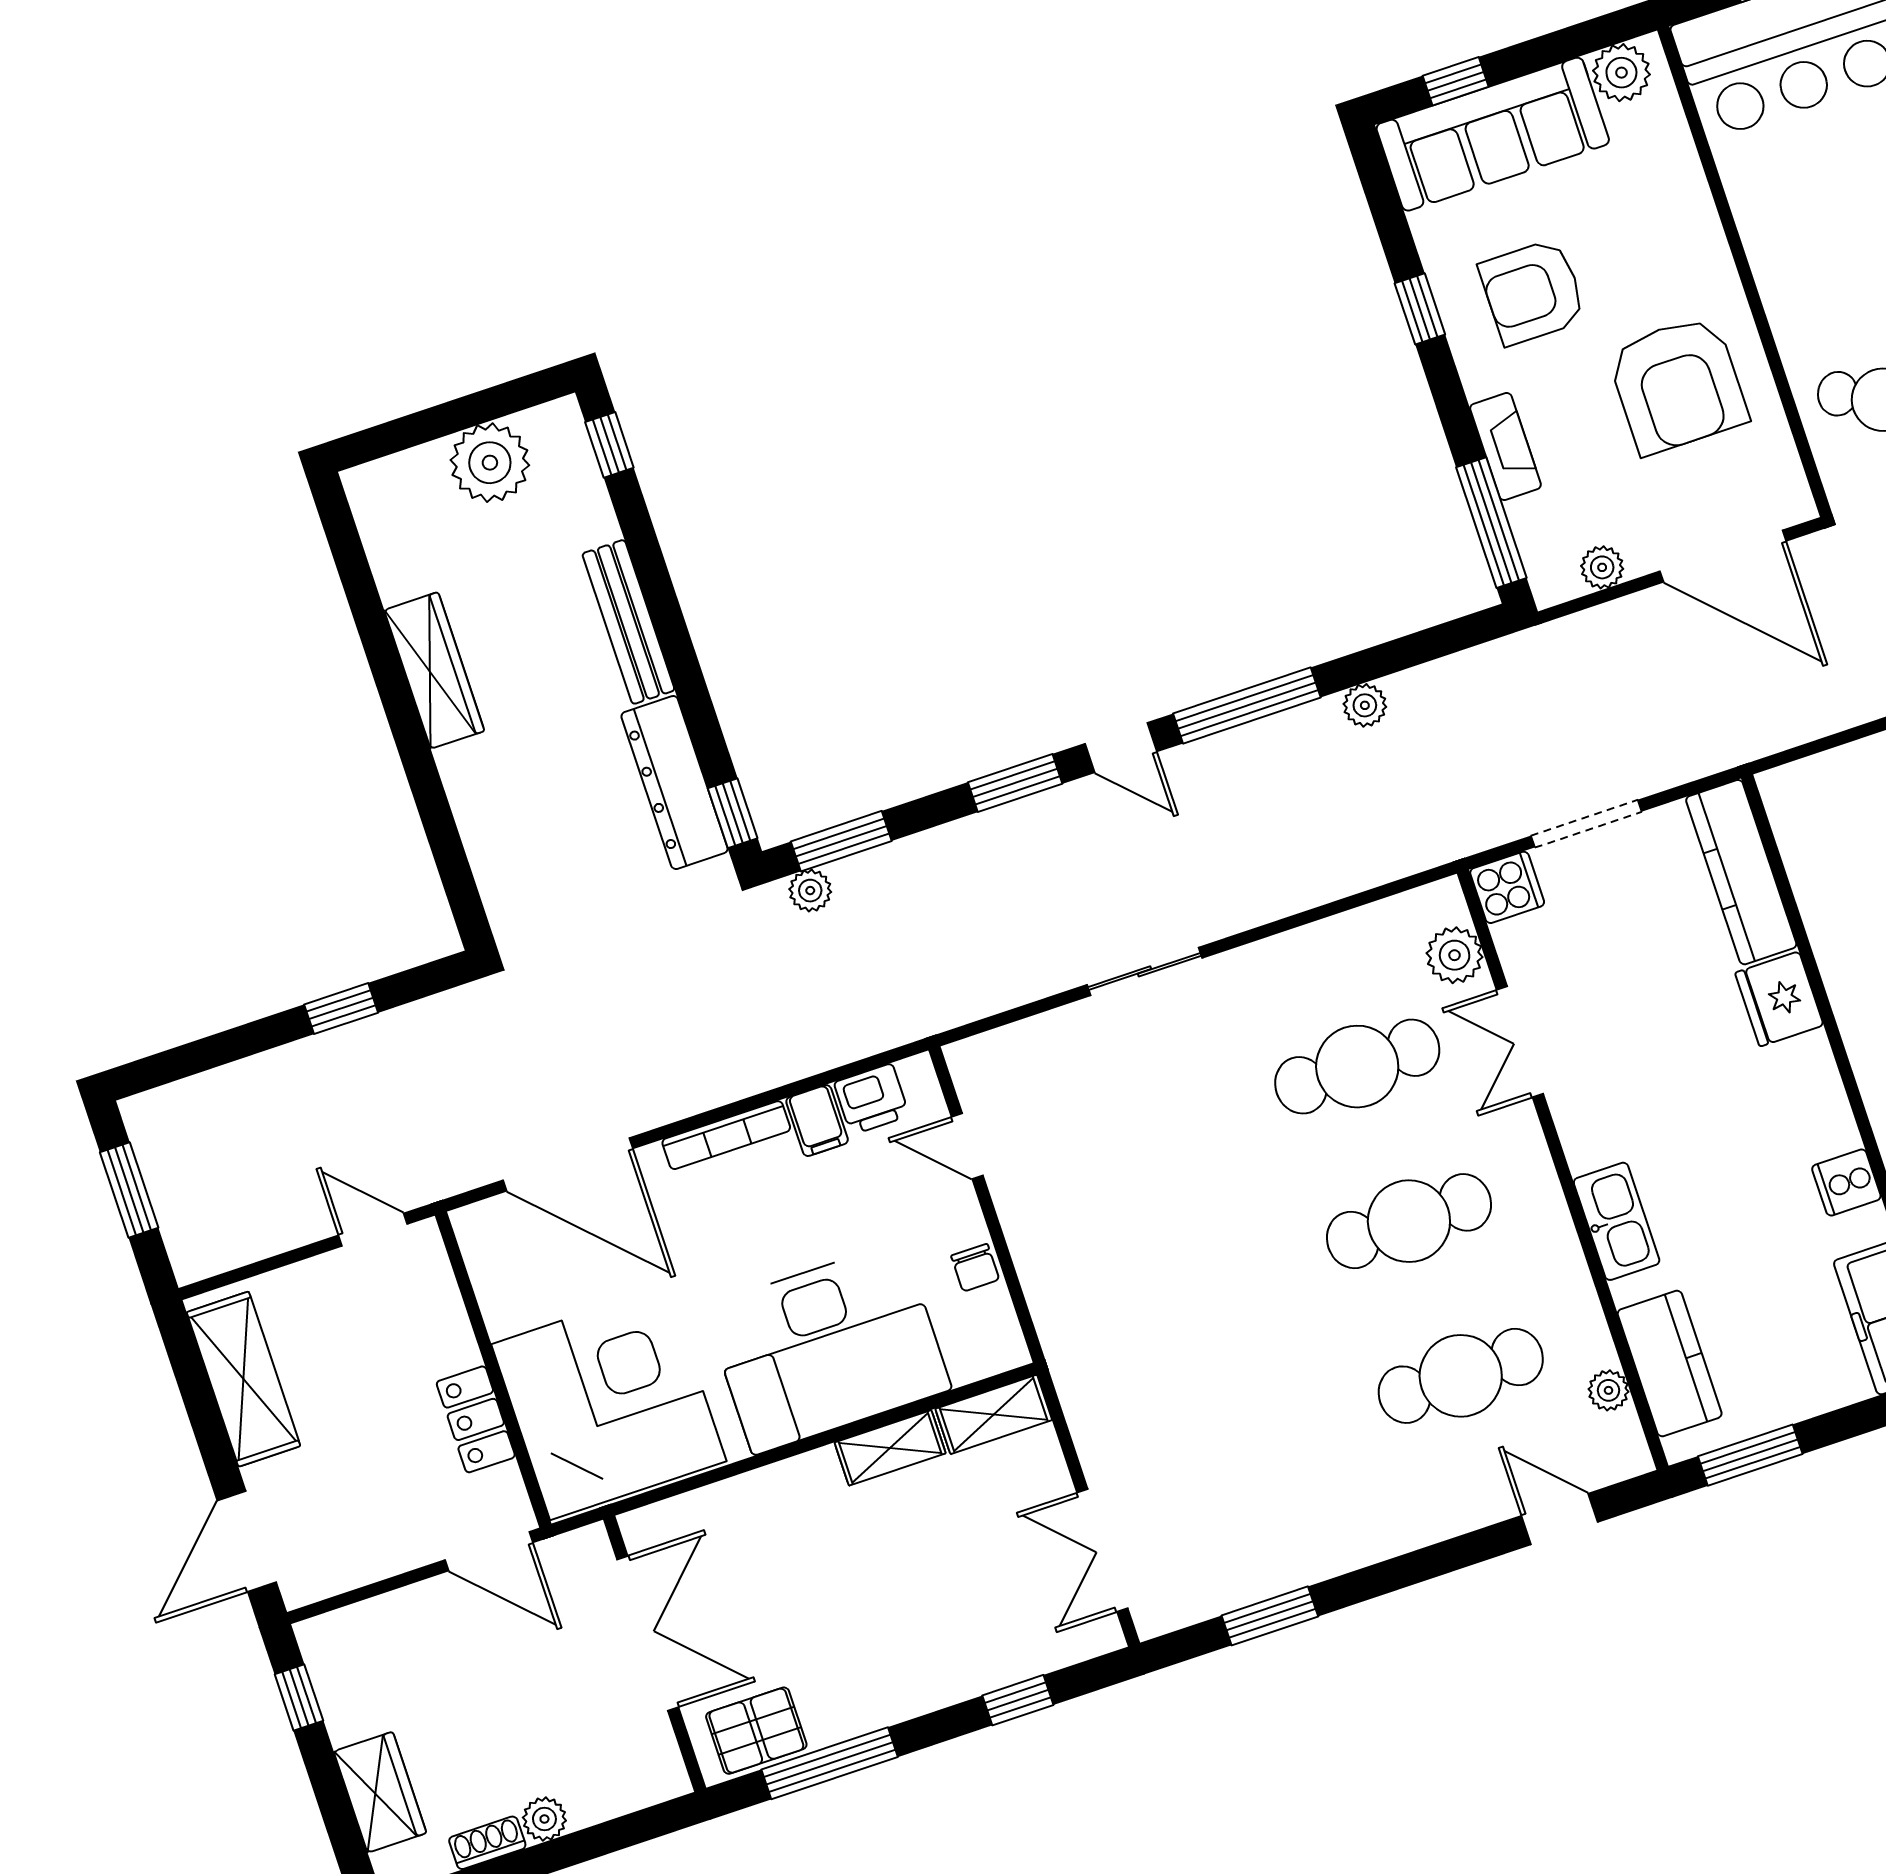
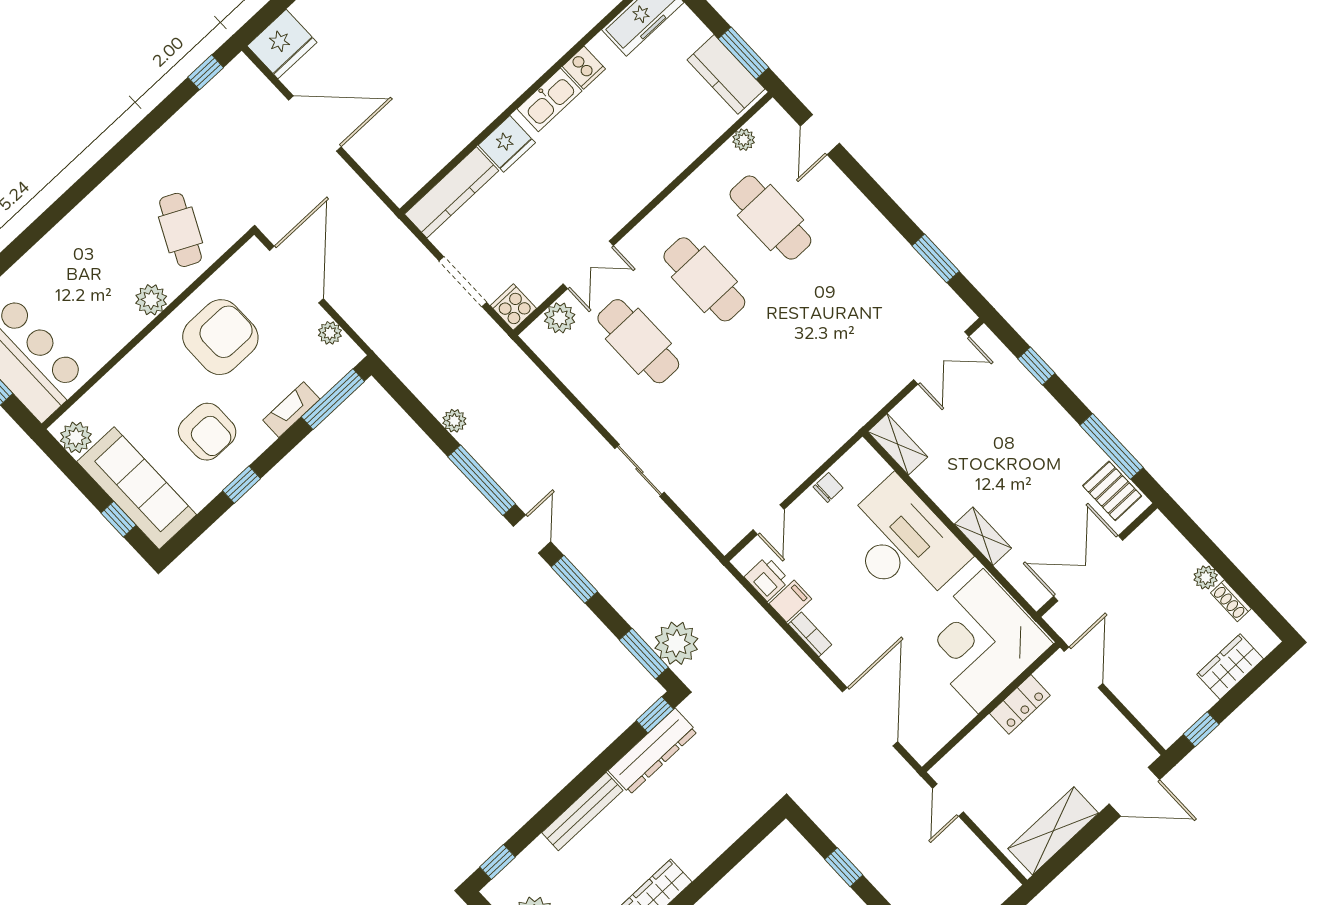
plant: (1791, 299) -> (151, 300), added
plant: (810, 891) -> (676, 643), width x1.88, depth x1.88
bookcase: (726, 1135) -> (810, 634), width x0.64
kitchen sink: (1617, 1221) -> (549, 100), moved, turned 180
kitchen counter: (1670, 1364) -> (726, 74), moved, turned -90
shelving: (890, 1448) -> (983, 536), moved

